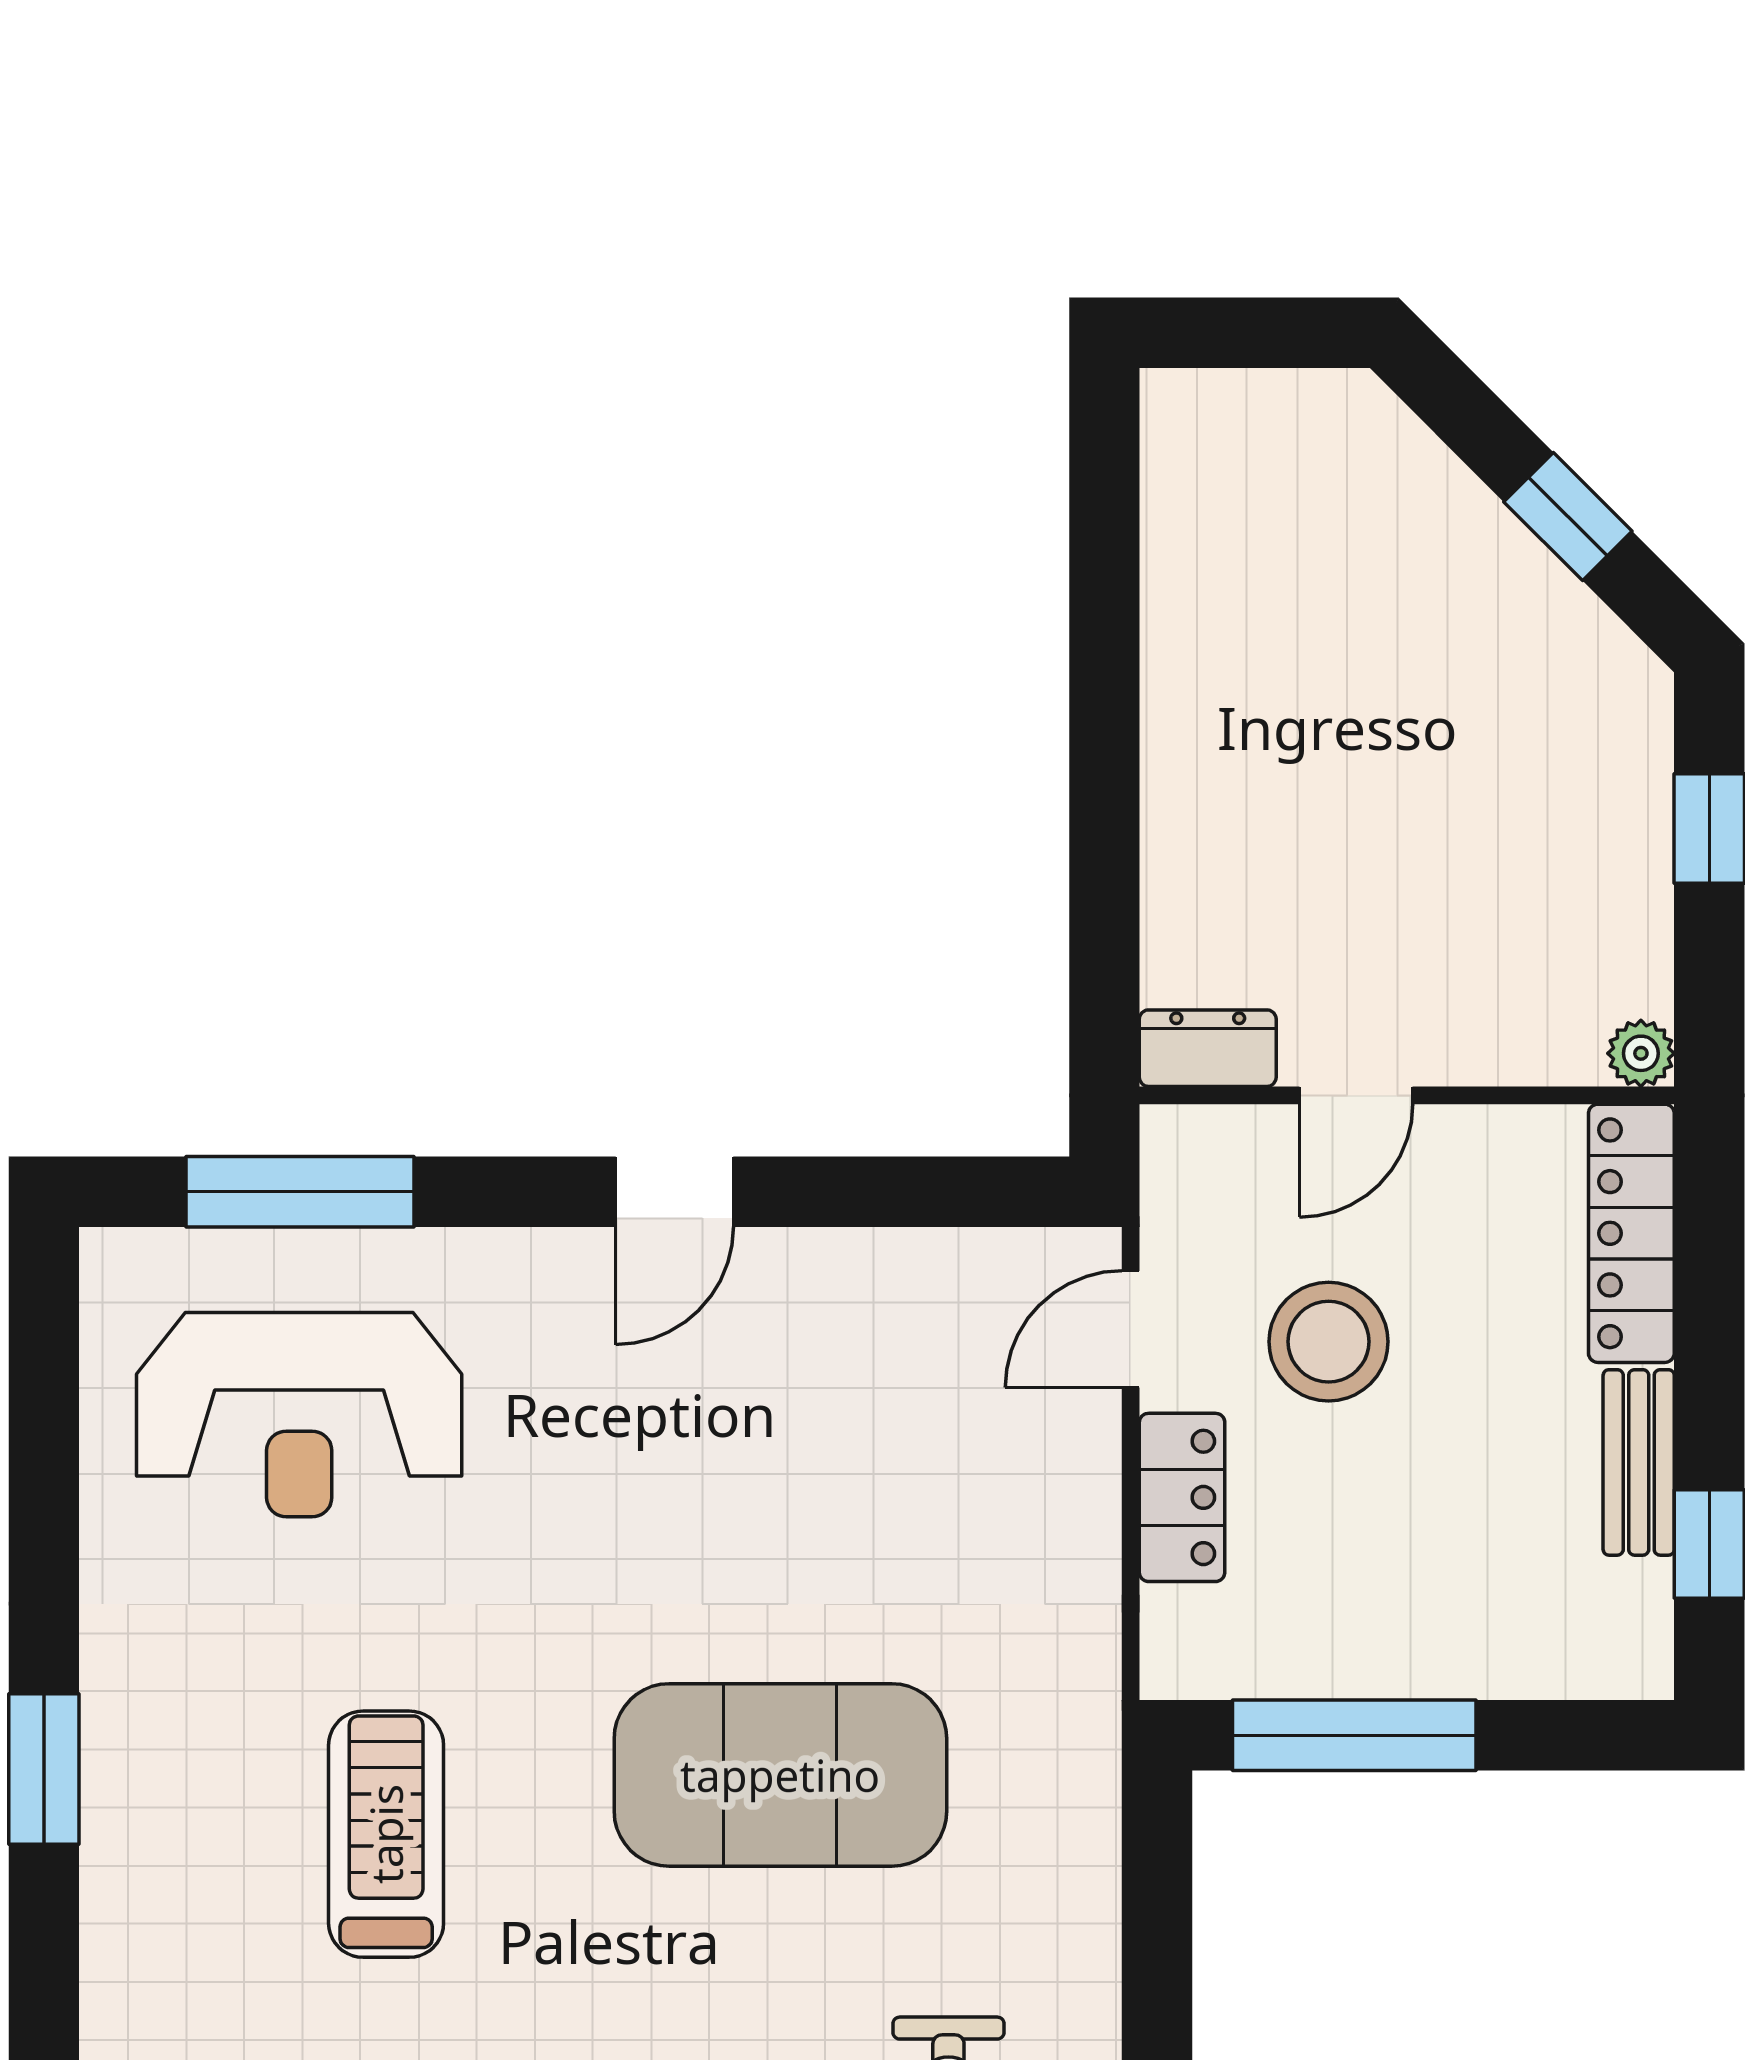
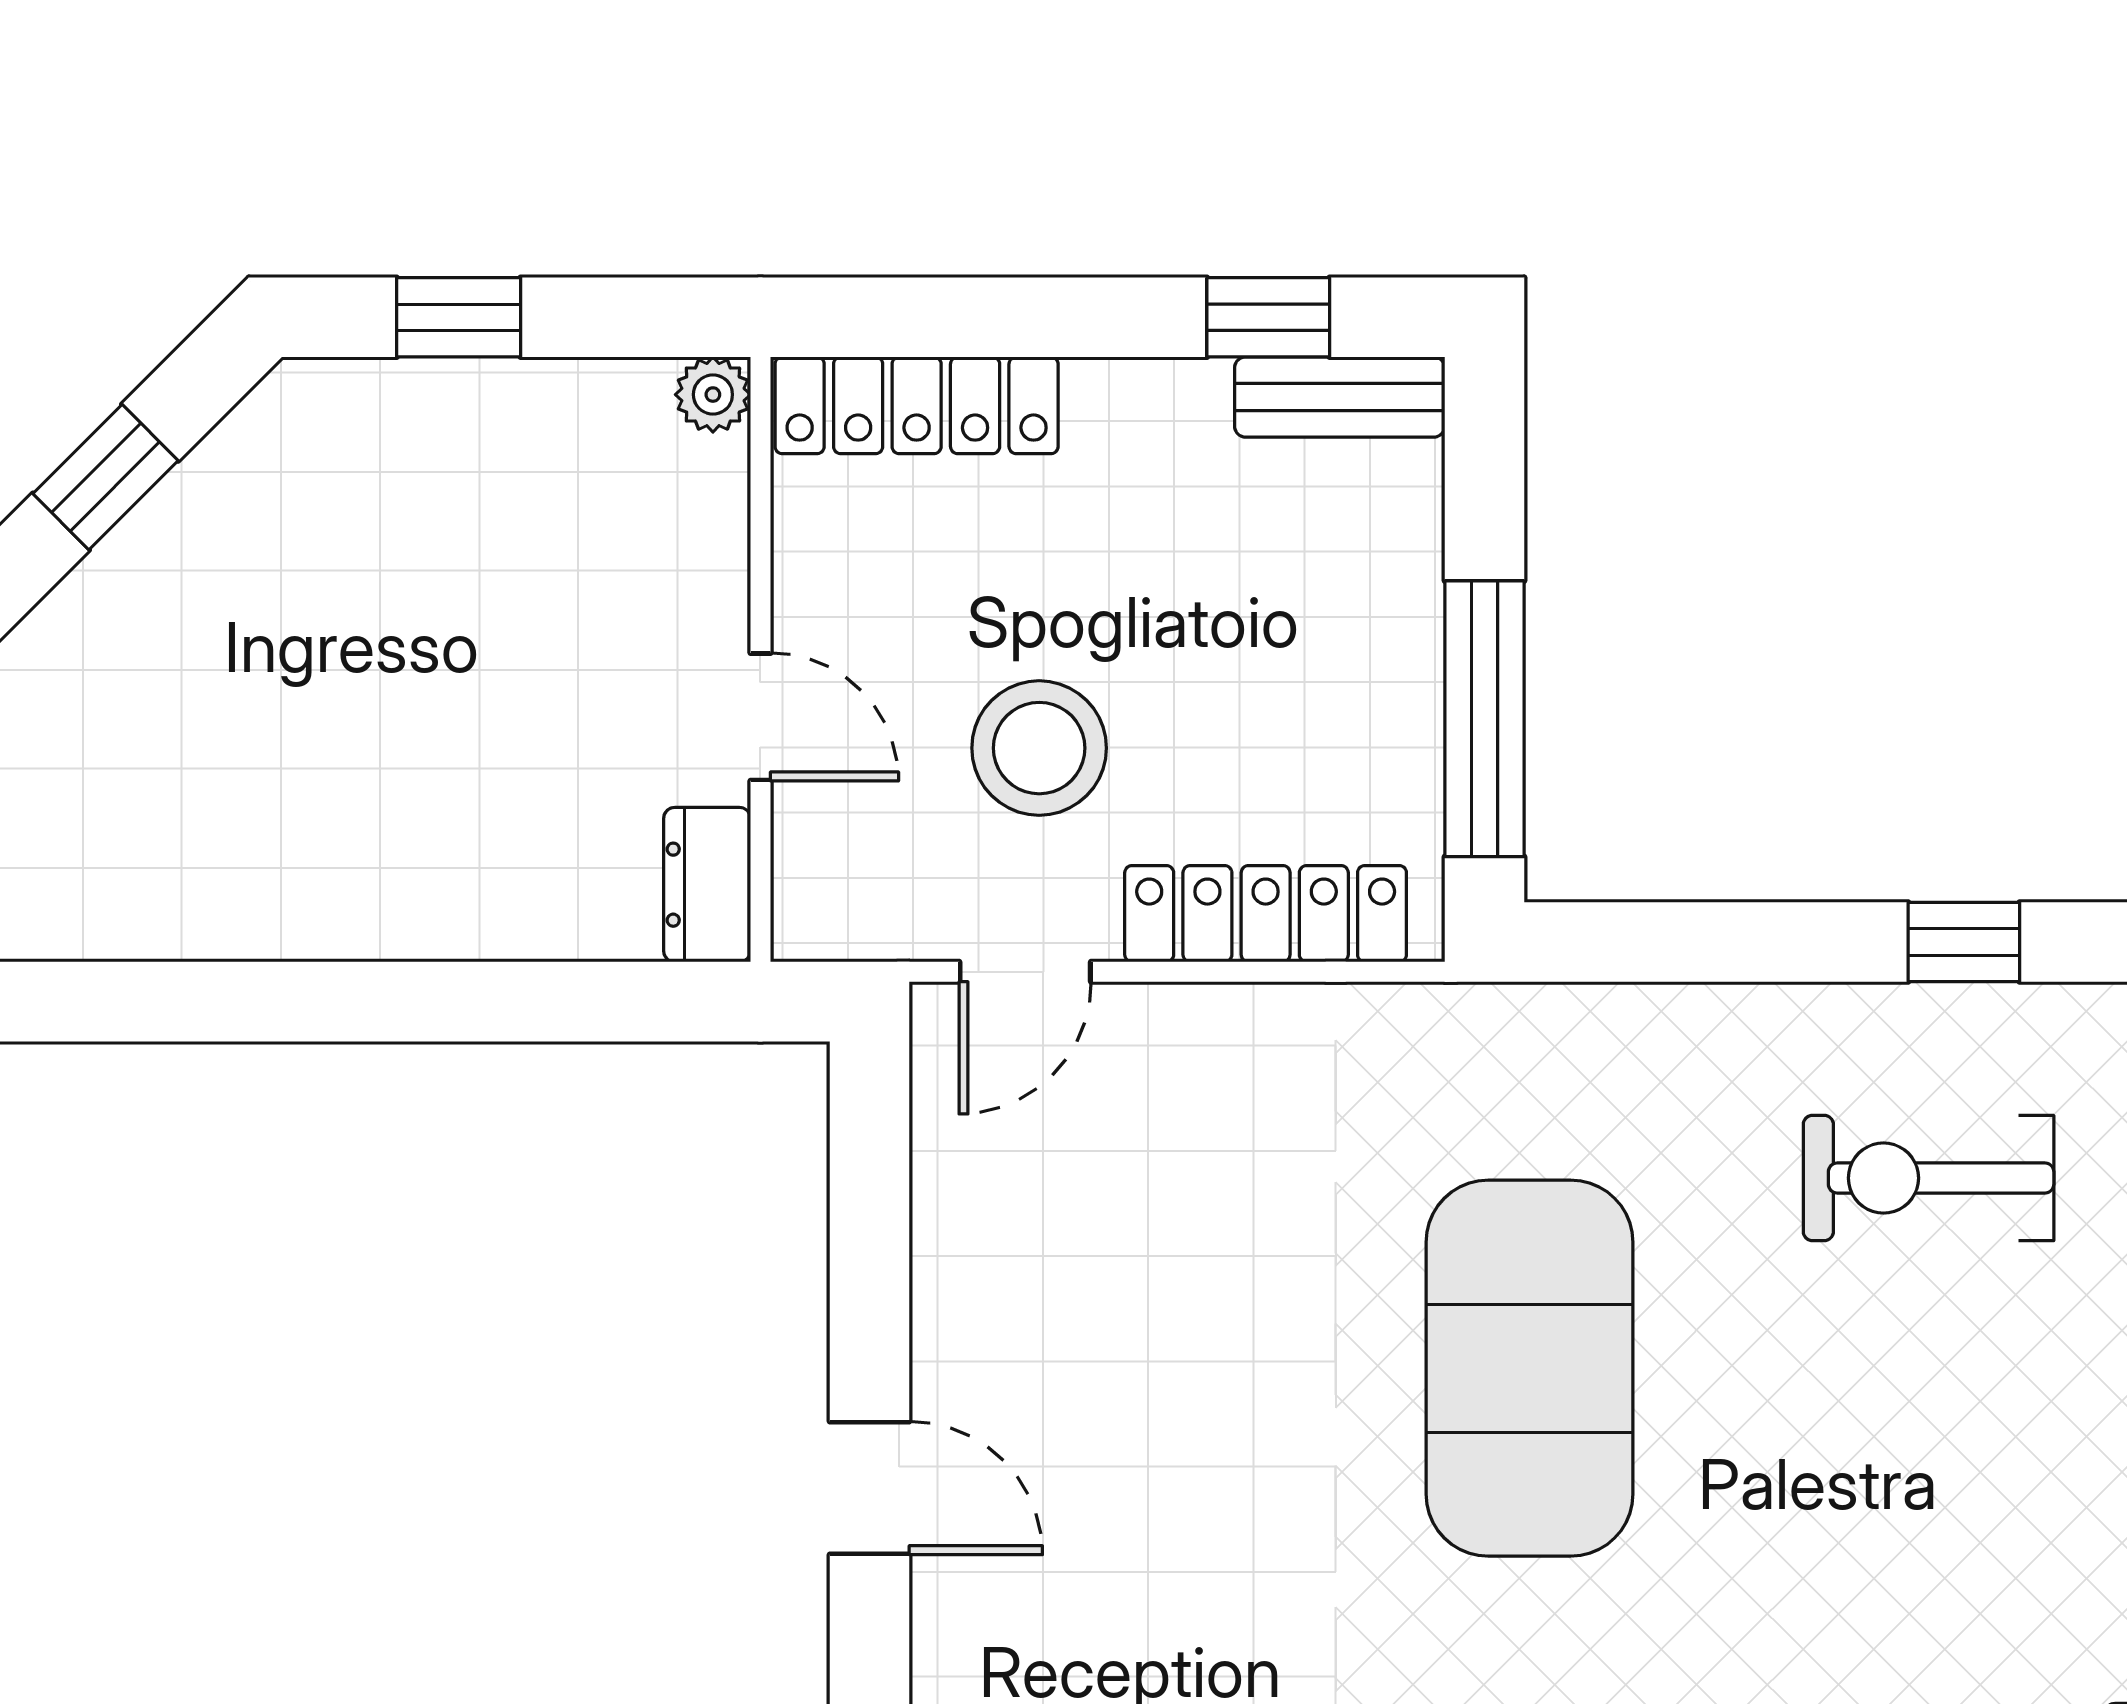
door: (1131, 1329) -> (1025, 972), hinge flipped
bench: (1639, 1462) -> (1340, 397), moved
locker: (1182, 1497) -> (1266, 914), width x1.53

